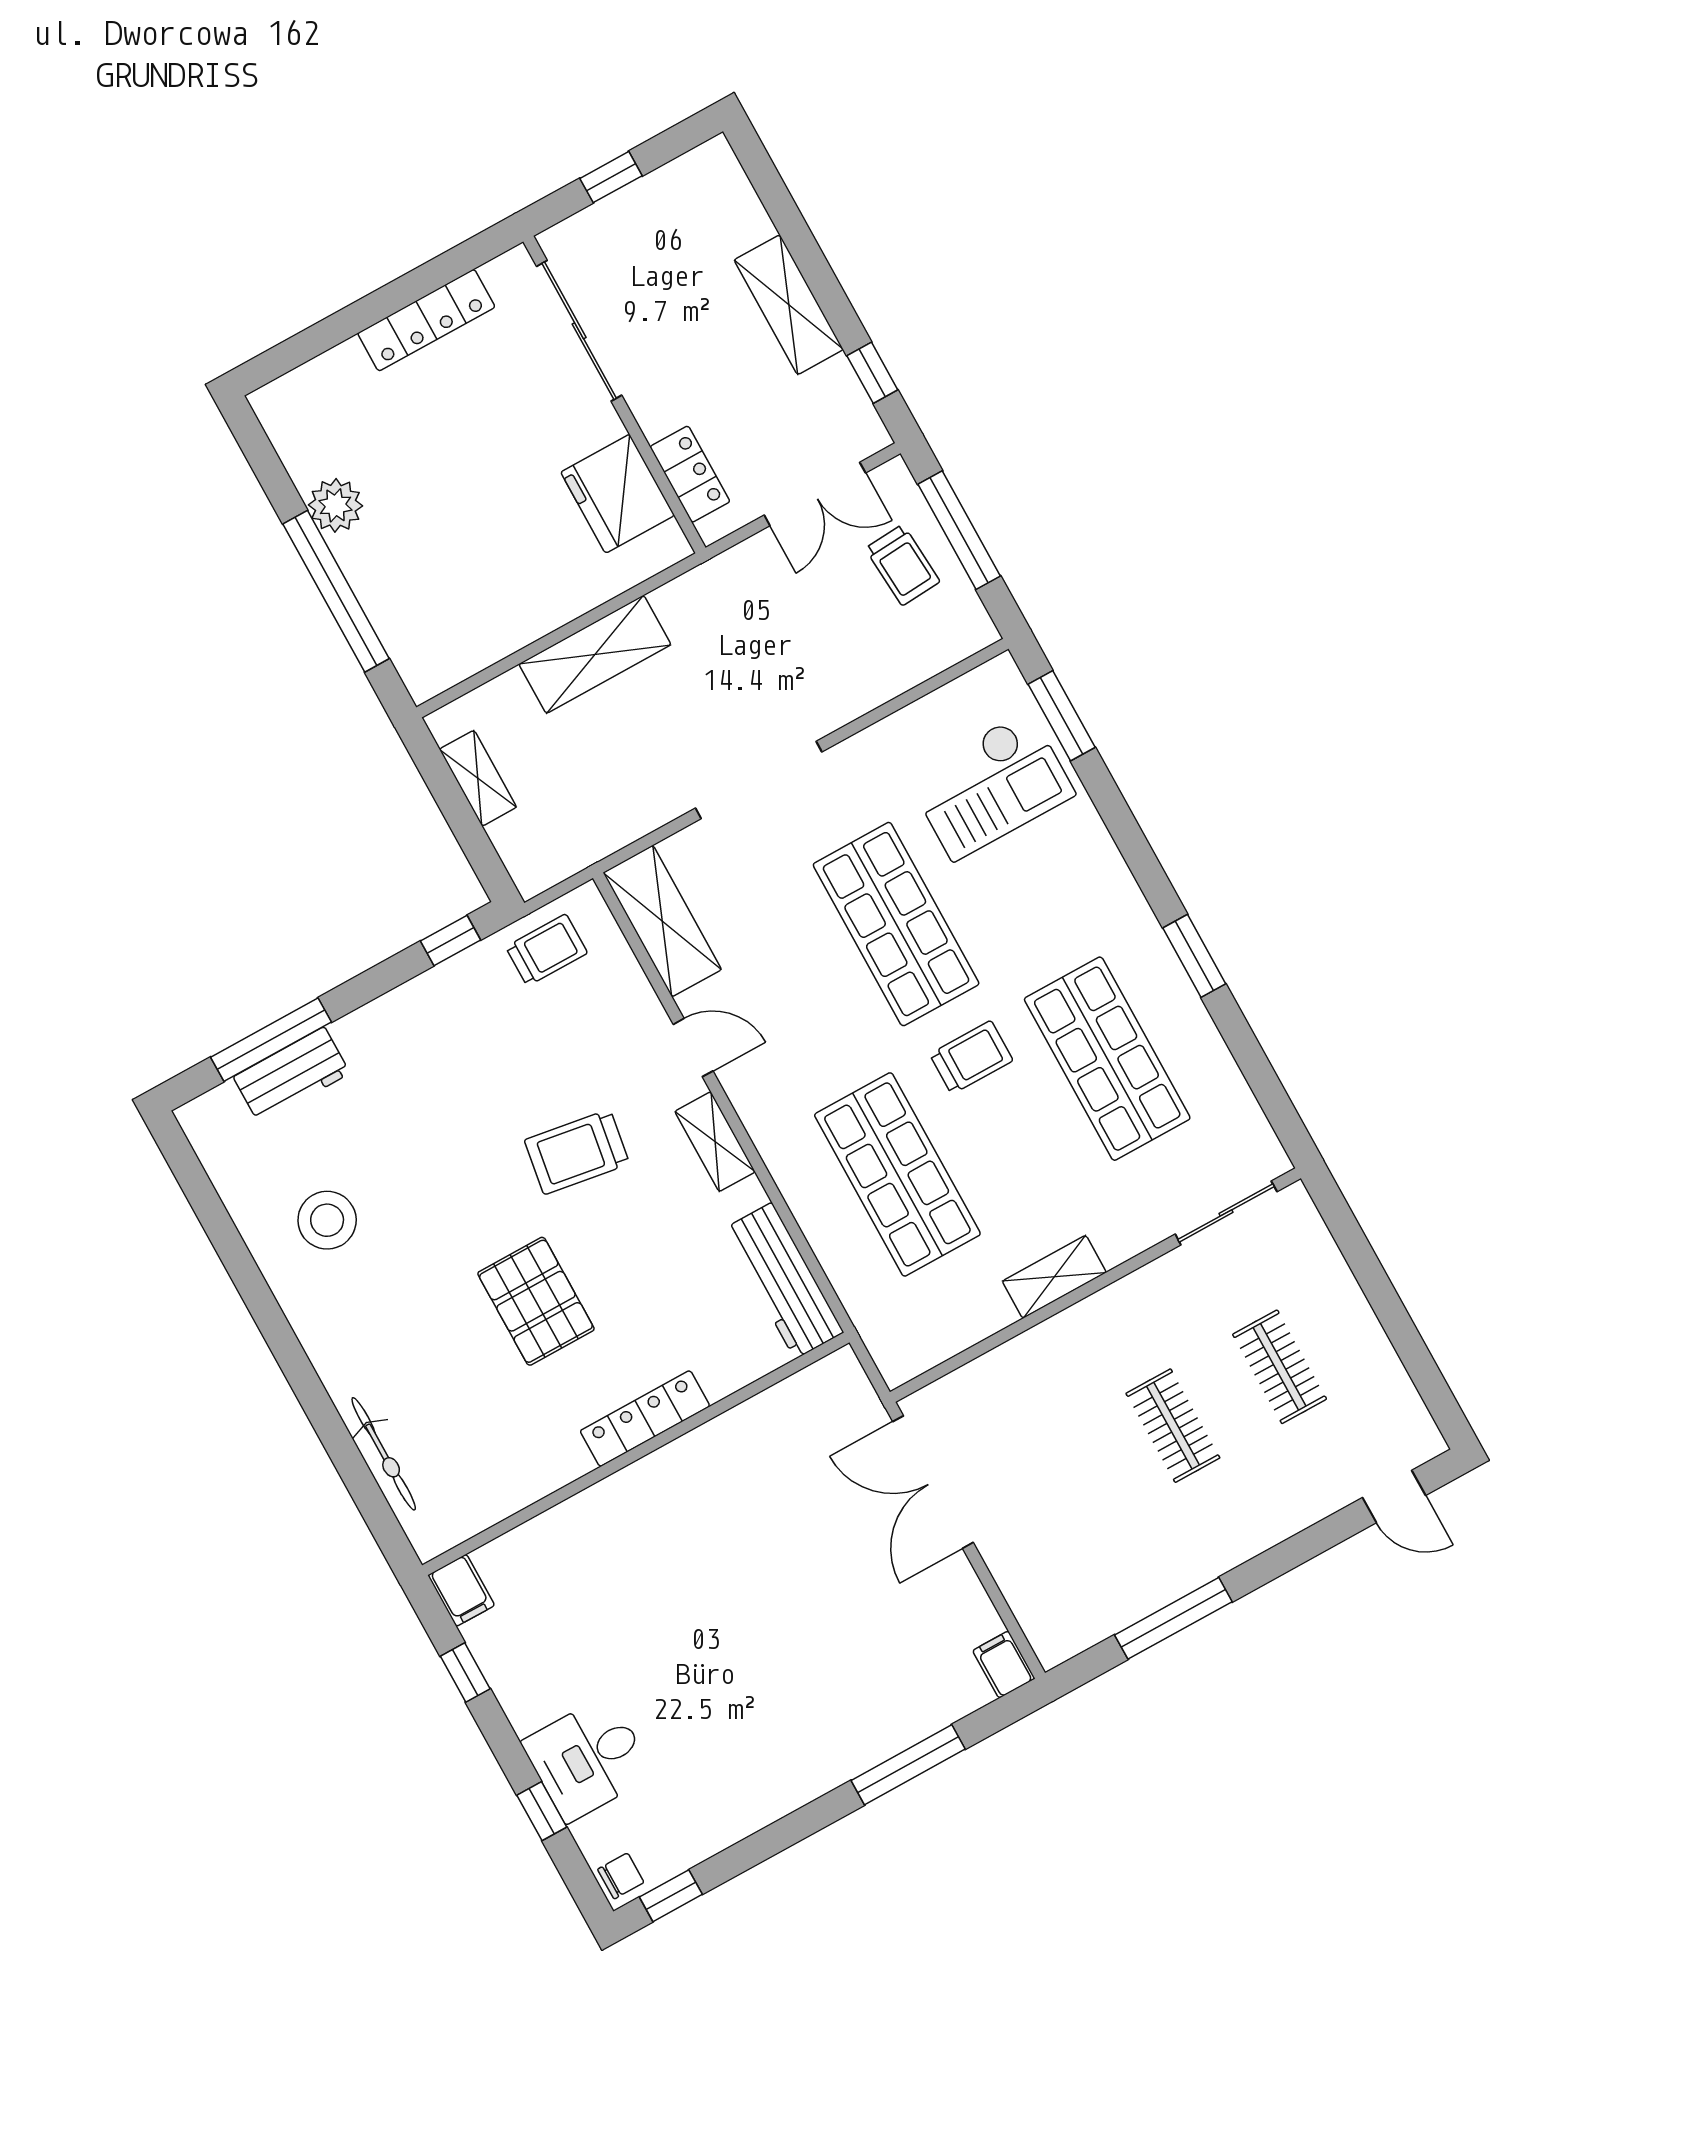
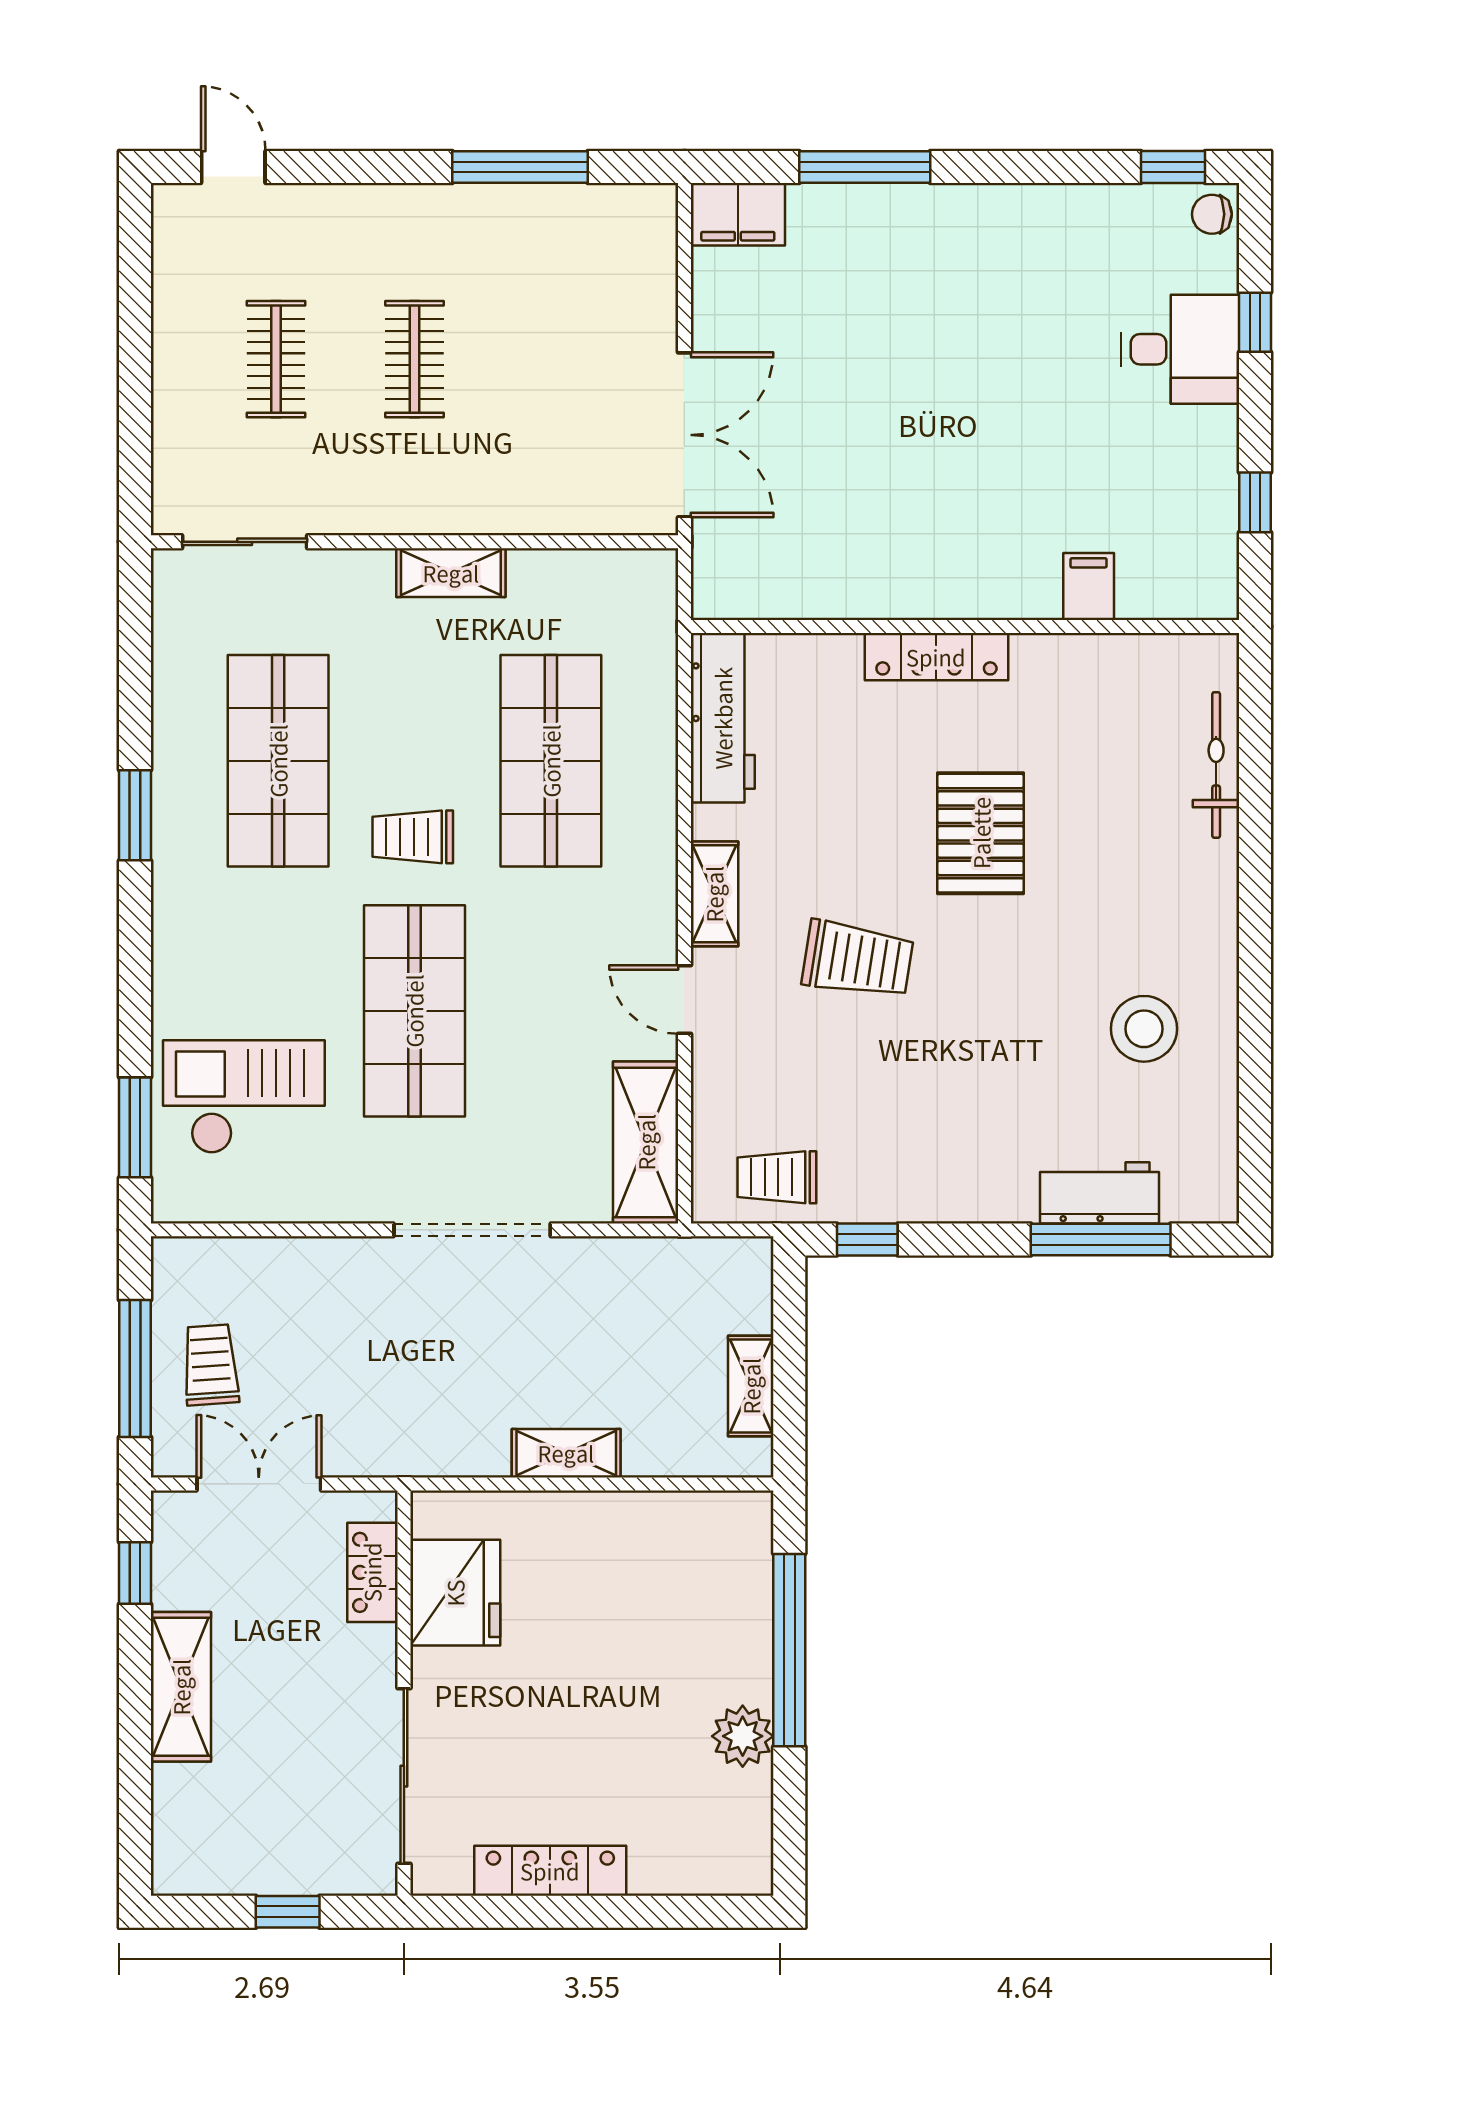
shelving: (595, 654) -> (566, 1453), width x0.67, depth x0.75
filing cabinet: (461, 1590) -> (1089, 586), moved
filing cabinet: (1004, 1665) -> (738, 214), width x2.00

